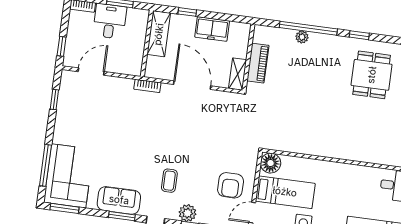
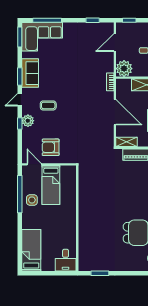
plant: (131, 63) -> (124, 69), added
door: (91, 72) -> (115, 42), swing flipped
door: (192, 85) -> (115, 112), hinge flipped
floor lamp: (271, 163) -> (69, 172), removed

